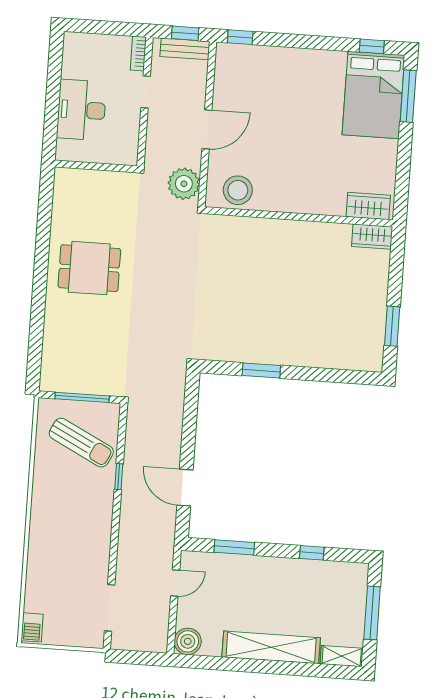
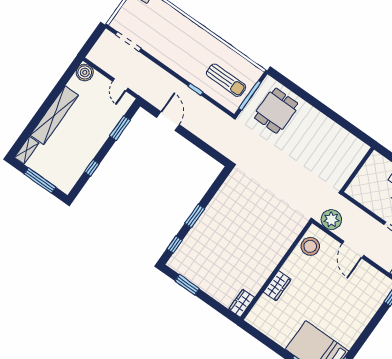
wall: (96, 166) -> (357, 170), moved
wardrobe: (368, 206) -> (277, 286), moved
dining table: (89, 268) -> (276, 111), moved
window: (261, 371) -> (195, 216), moved
window: (348, 377) -> (174, 245), added
sun lounger: (81, 443) -> (226, 80), turned -117
door: (185, 488) -> (168, 121), hinge flipped

